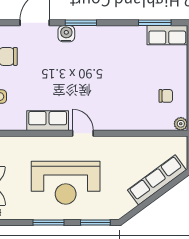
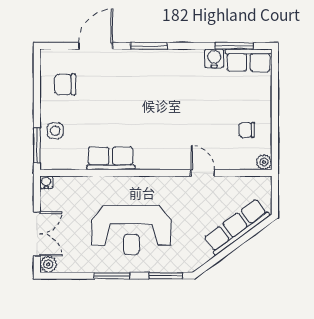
water cooler: (66, 34) -> (214, 58), moved
chair: (166, 96) -> (247, 130), turned 180
door: (83, 133) -> (203, 173), moved

